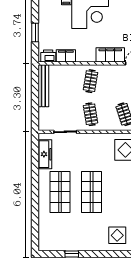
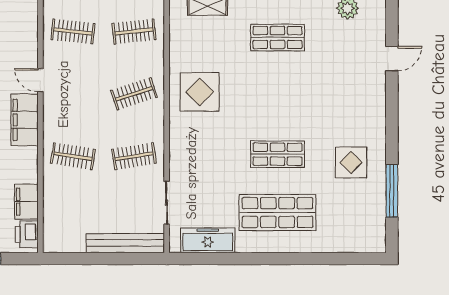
bench: (43, 86) -> (125, 243), moved
shop shelf: (92, 192) -> (277, 154), width x0.70, depth x0.74
display table: (117, 235) -> (351, 162), moved
window: (72, 254) -> (392, 191), width x2.17

